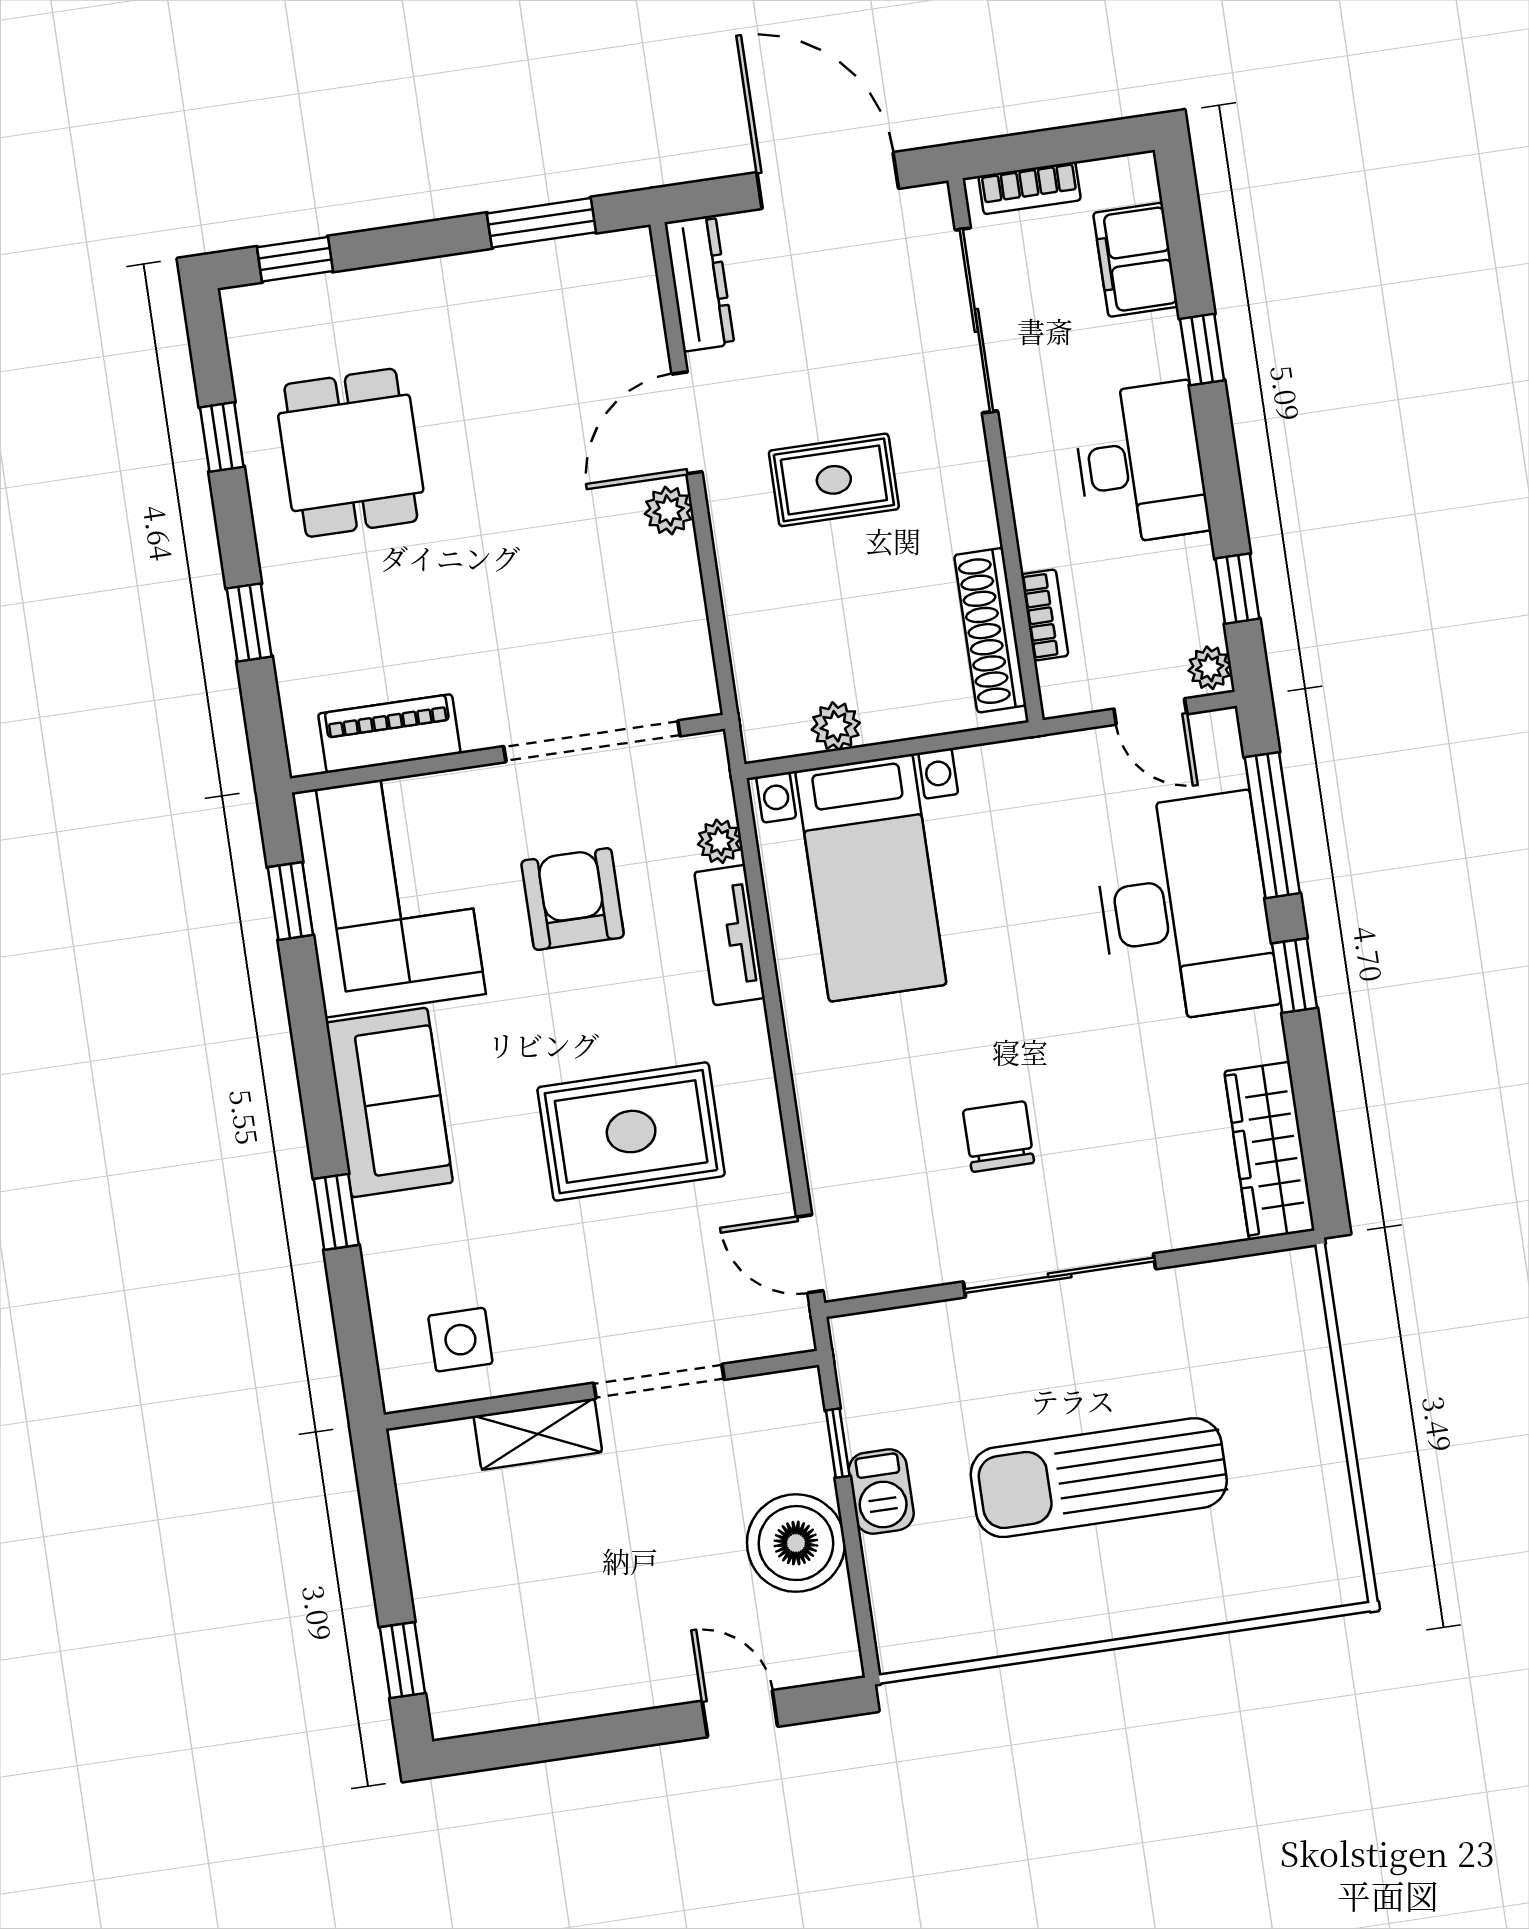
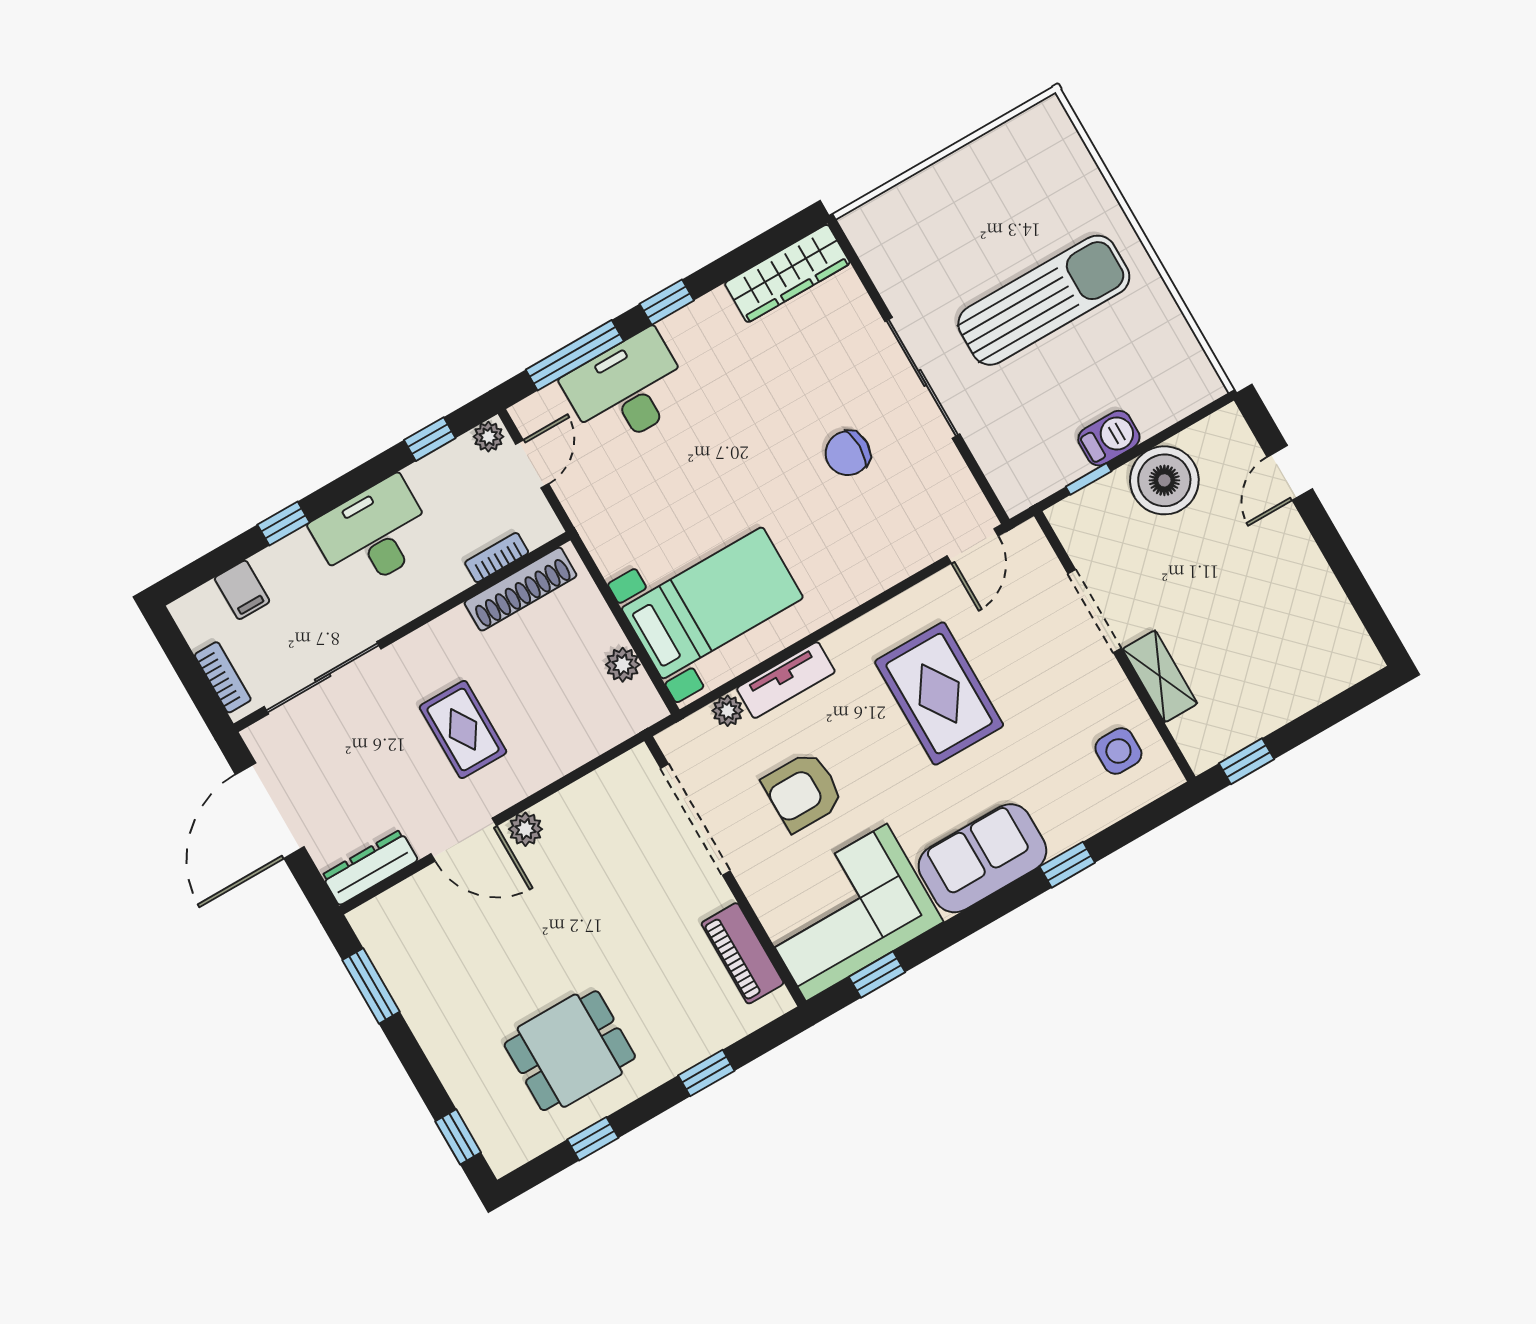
filing cabinet: (1136, 260) -> (242, 590), width x0.50
desk: (1185, 908) -> (627, 390), width x0.73, depth x0.77
sun lounger: (1099, 1478) -> (1044, 300), turned -90
window: (402, 1660) -> (1246, 761), moved

